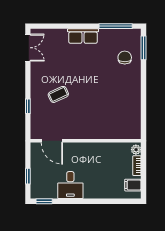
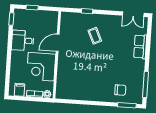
row of seats: (83, 36) -> (140, 47), moved
door: (52, 141) -> (58, 43), moved
corner desk: (102, 160) -> (41, 67), added

